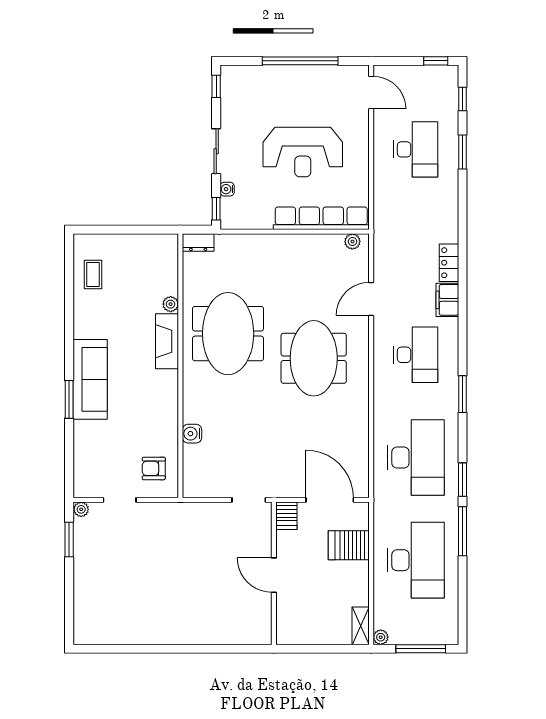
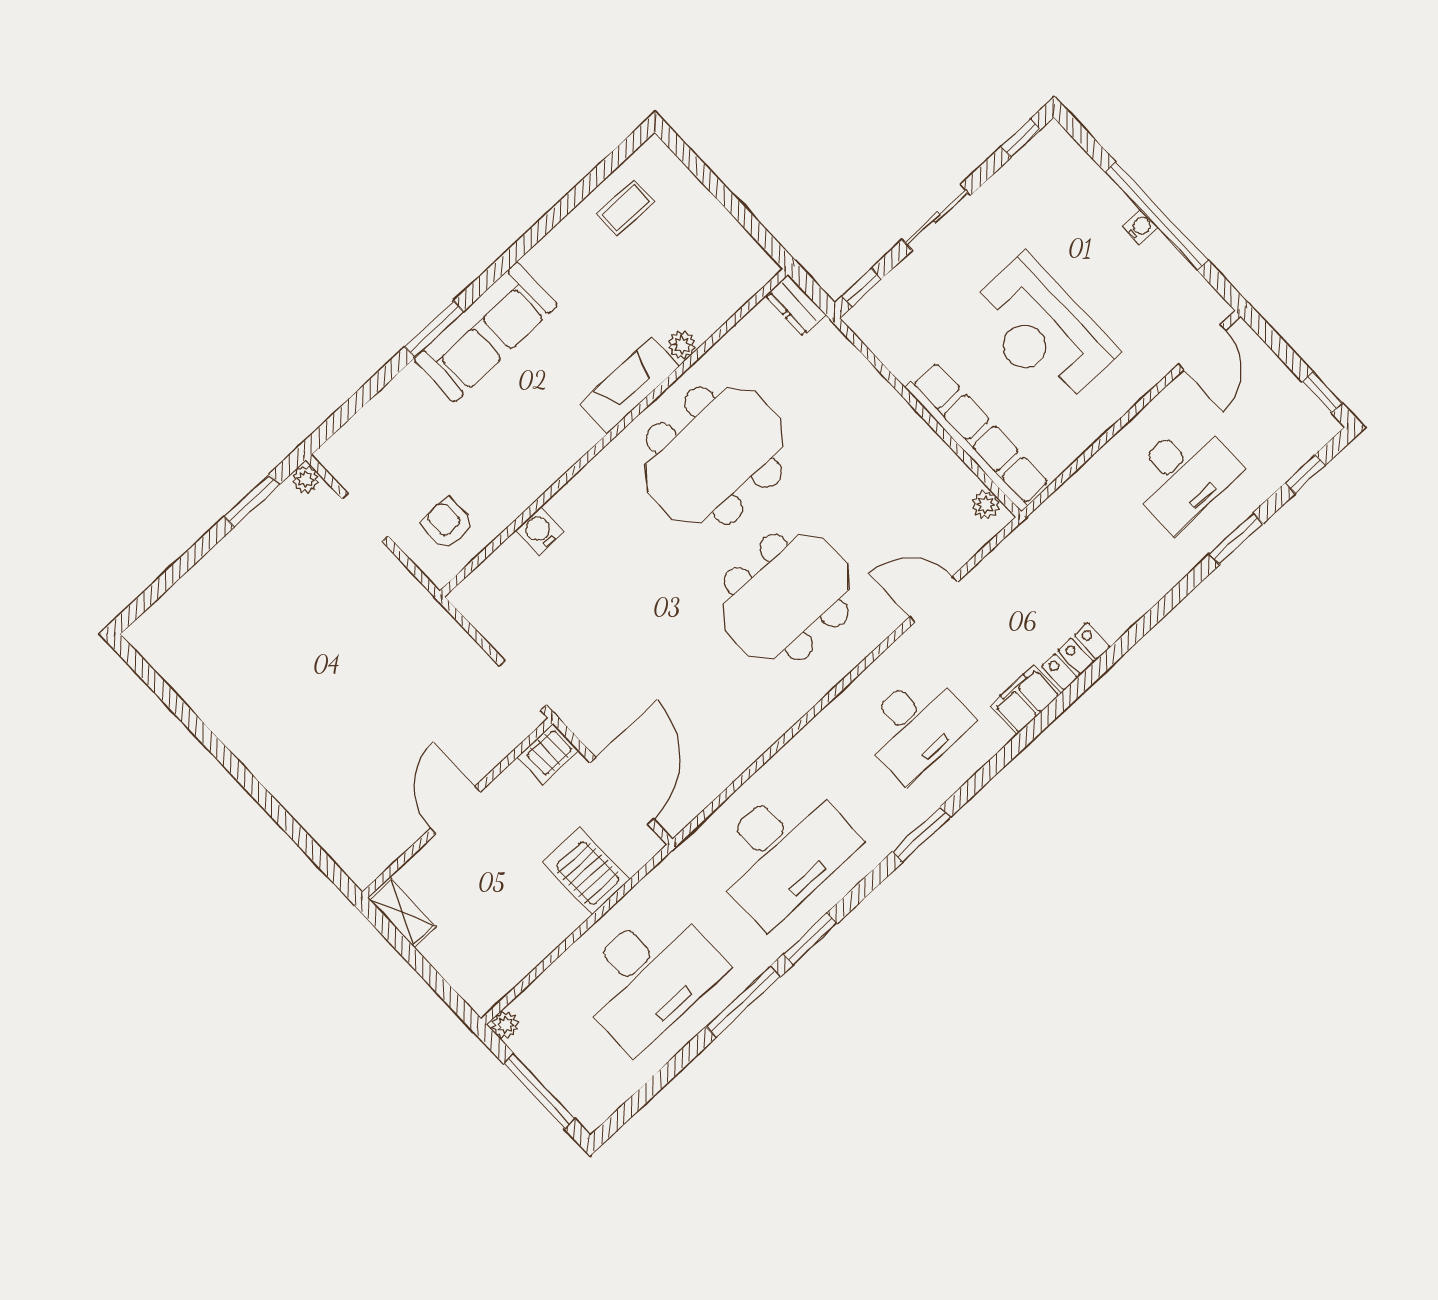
water cooler: (227, 189) -> (1140, 227), moved, turned 90
shelving: (361, 626) -> (402, 912), moved, turned 90

